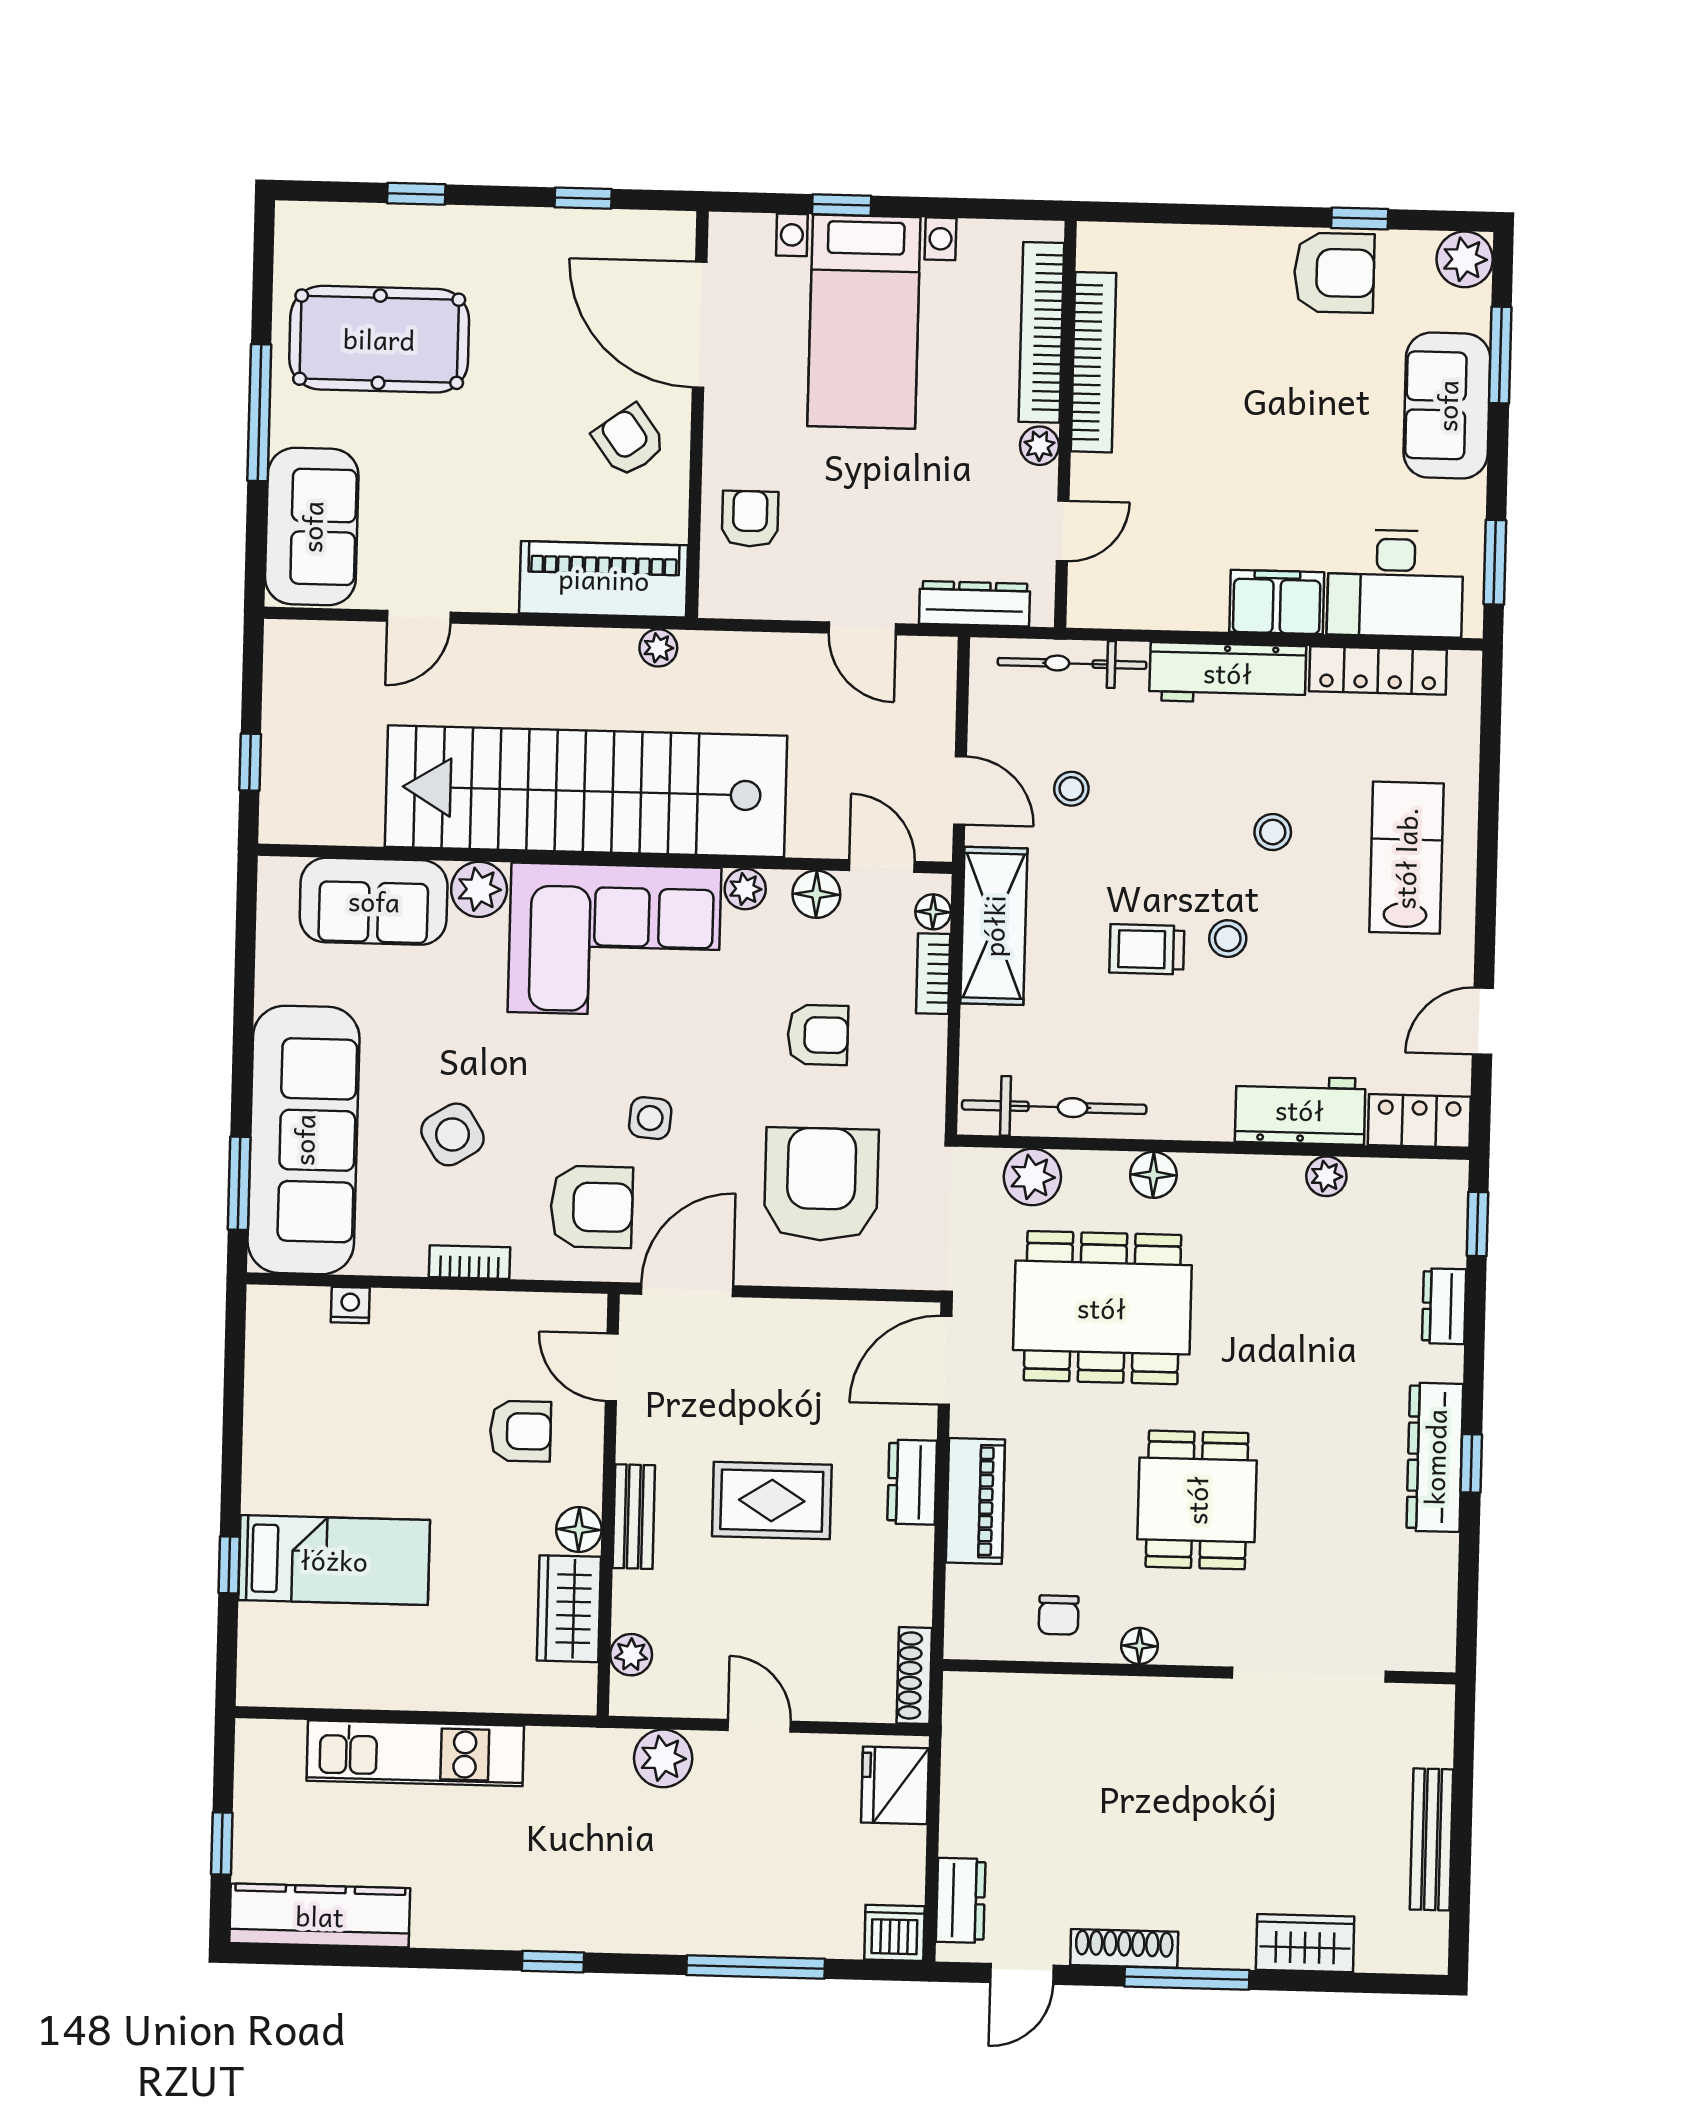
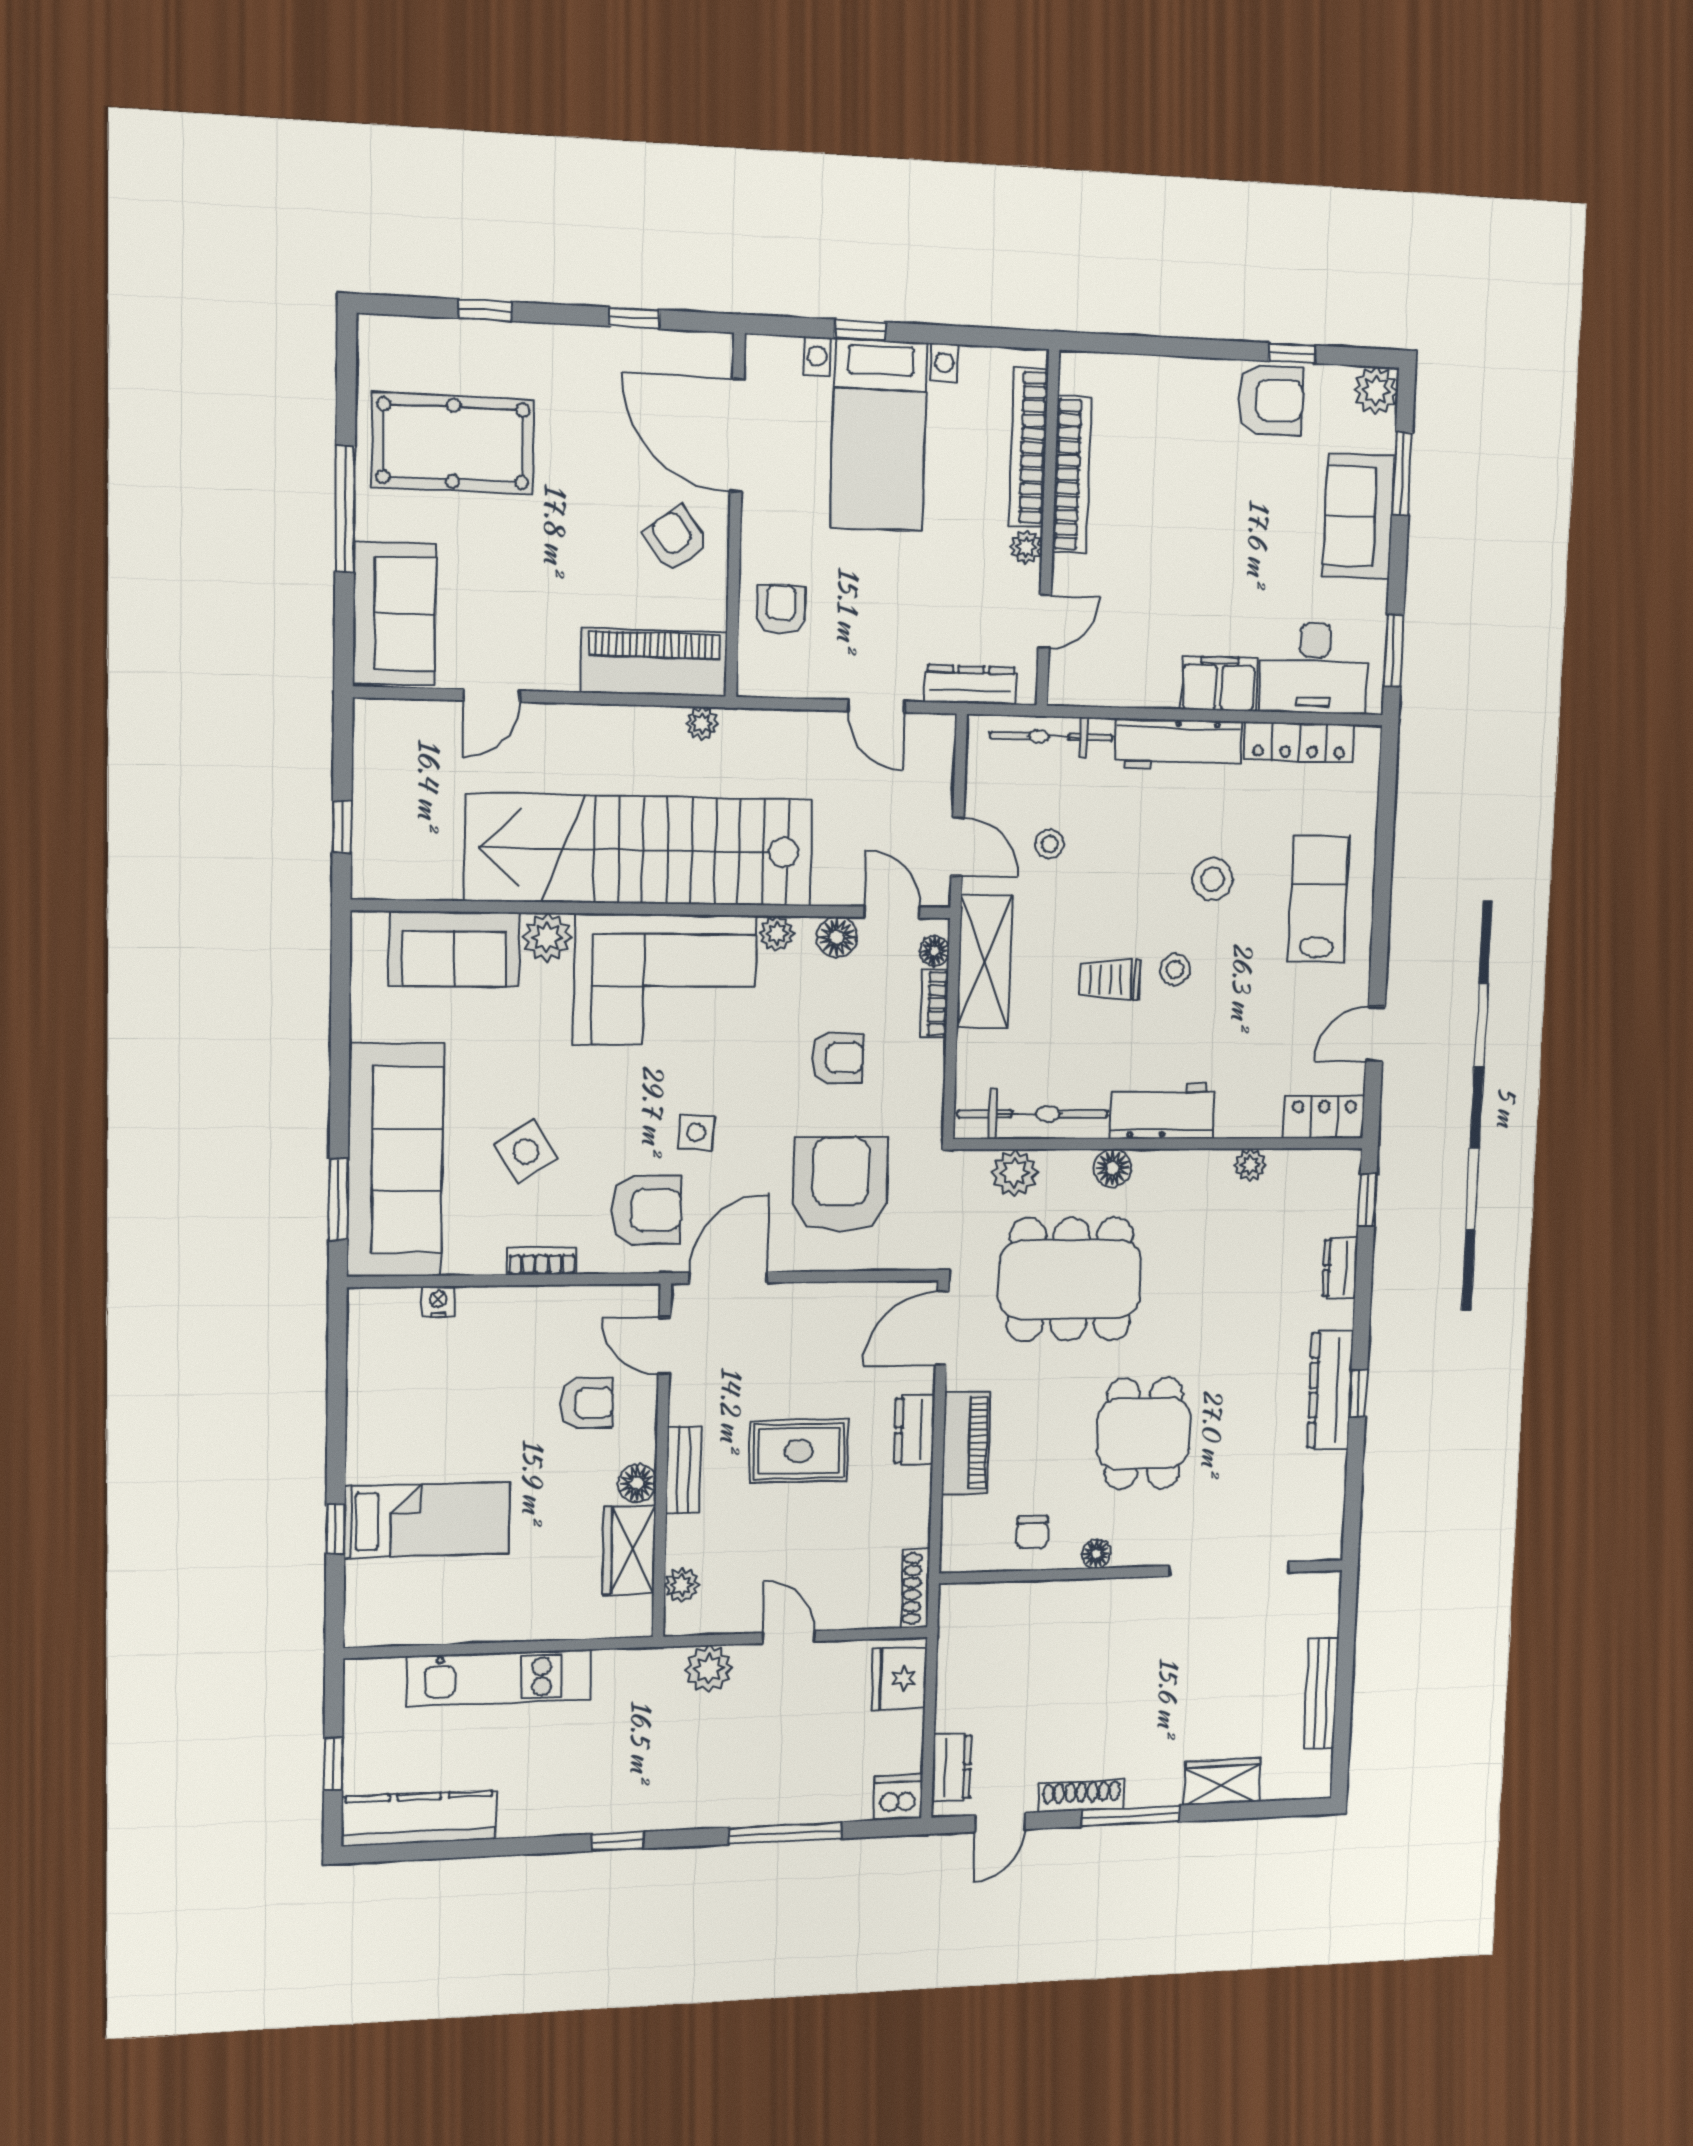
stool: (1273, 832) -> (1212, 879), width x1.37, depth x1.37
workbench: (1300, 1110) -> (1162, 1111), moved

